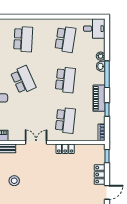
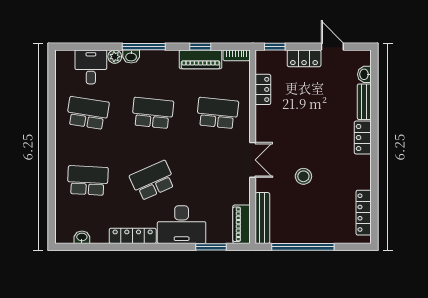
desk: (94, 29) -> (91, 67), moved
piano: (99, 98) -> (201, 59), moved
double door: (36, 142) -> (253, 160), swing flipped
locker: (65, 149) -> (263, 89), moved
stool: (14, 181) -> (303, 176), moved

